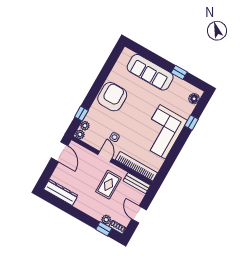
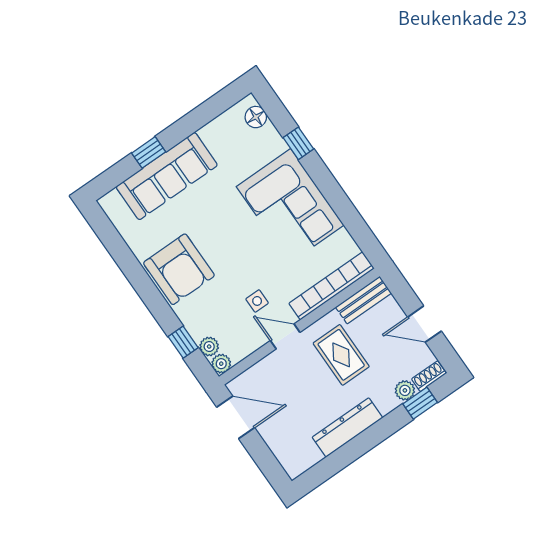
window: (179, 72) -> (149, 152), moved
armchair: (112, 97) -> (179, 269), turned 180
dresser: (61, 192) -> (347, 427), moved

